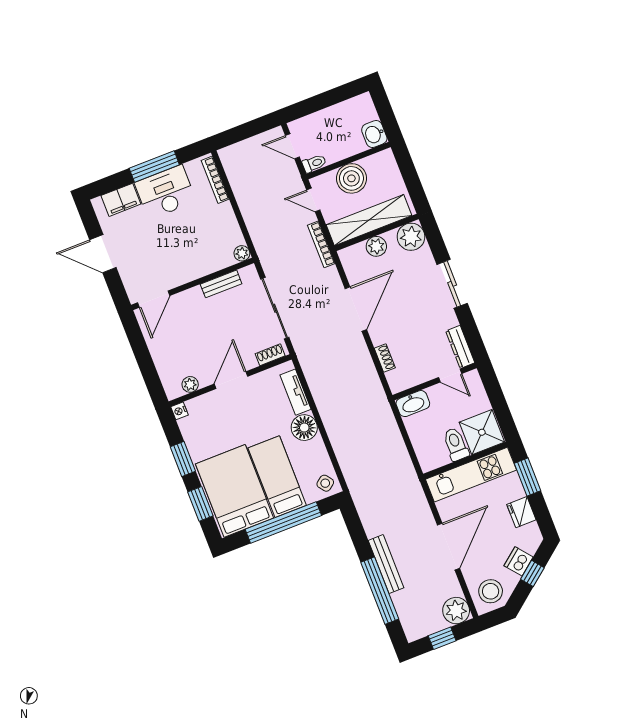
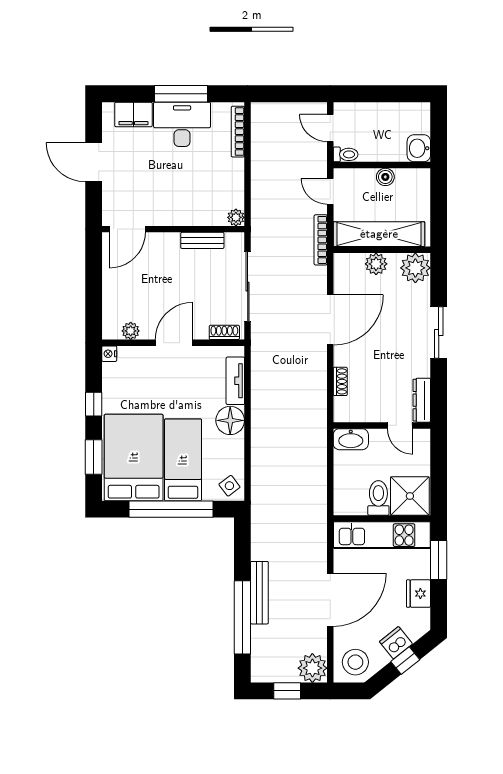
boiler: (351, 178) -> (385, 177), width x0.54, depth x0.54
window: (183, 459) -> (94, 404), width x0.67

